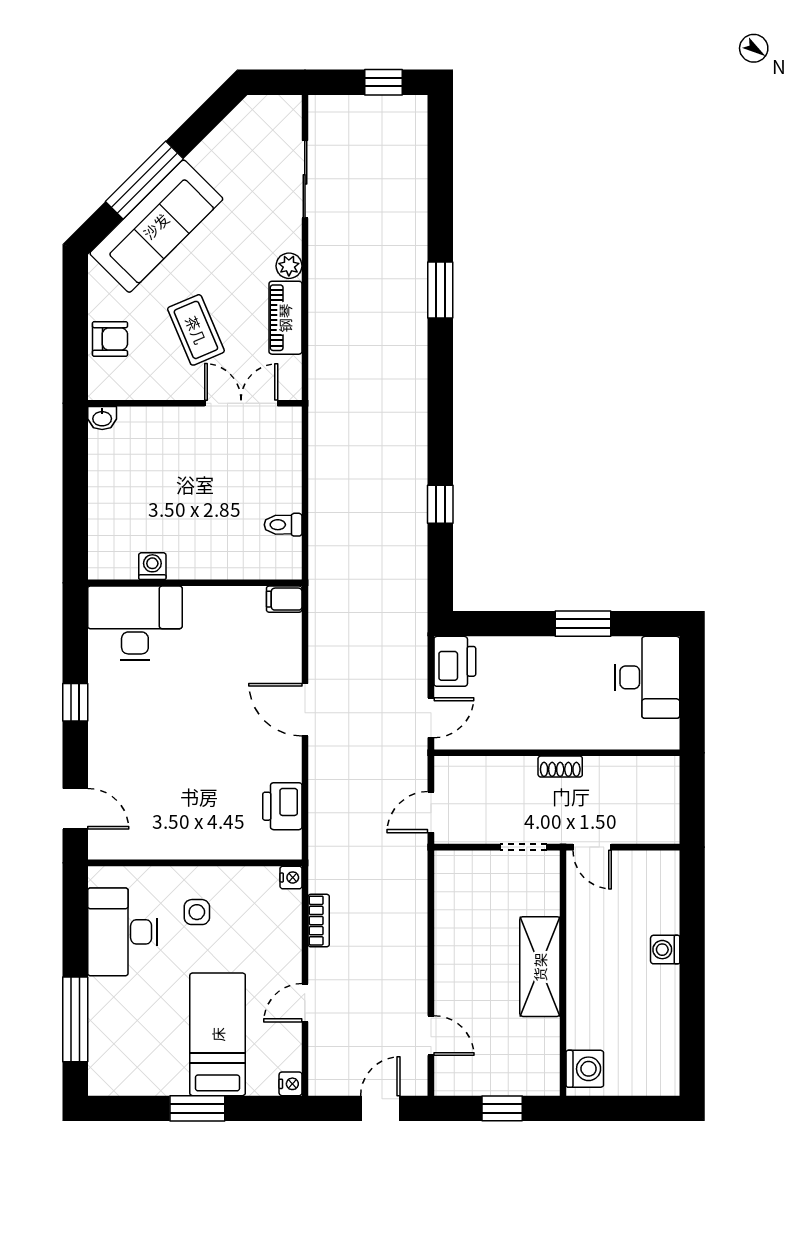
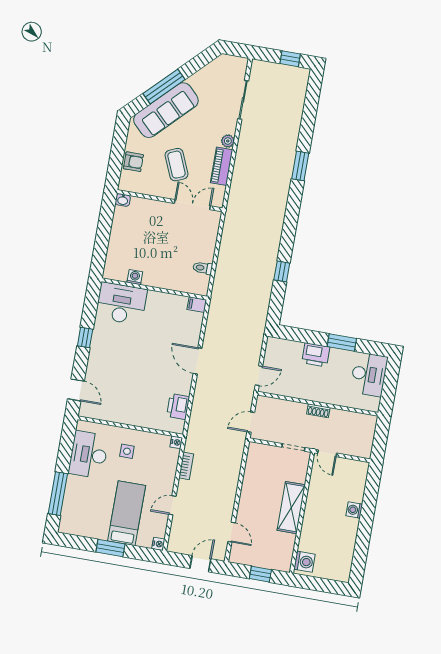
printer: (455, 661) -> (316, 355), moved, turned 90

